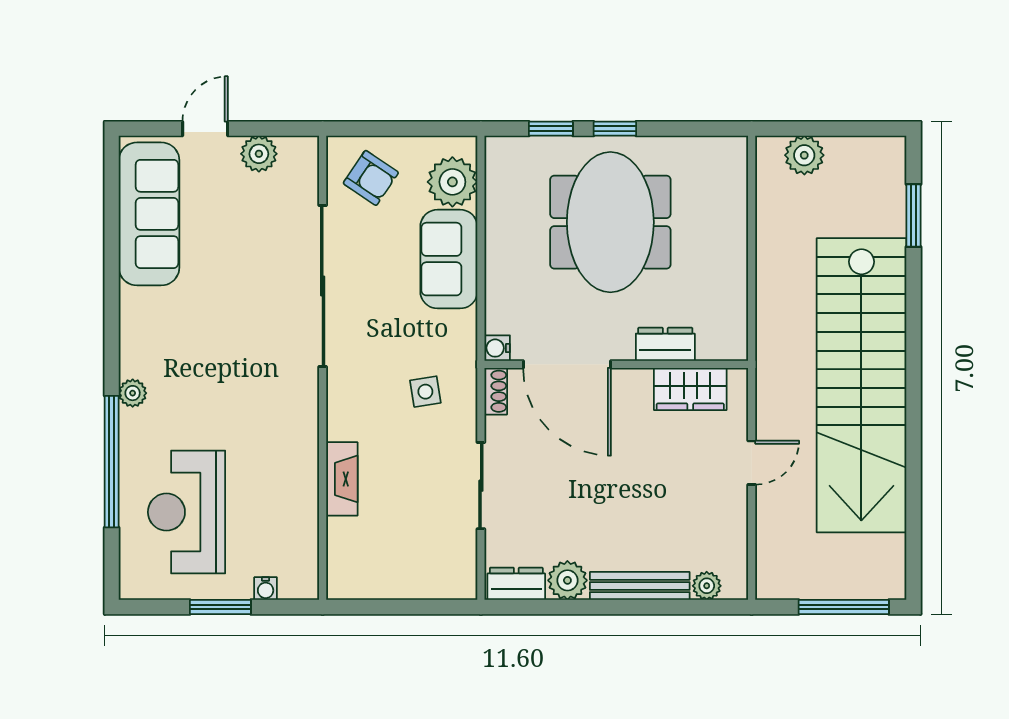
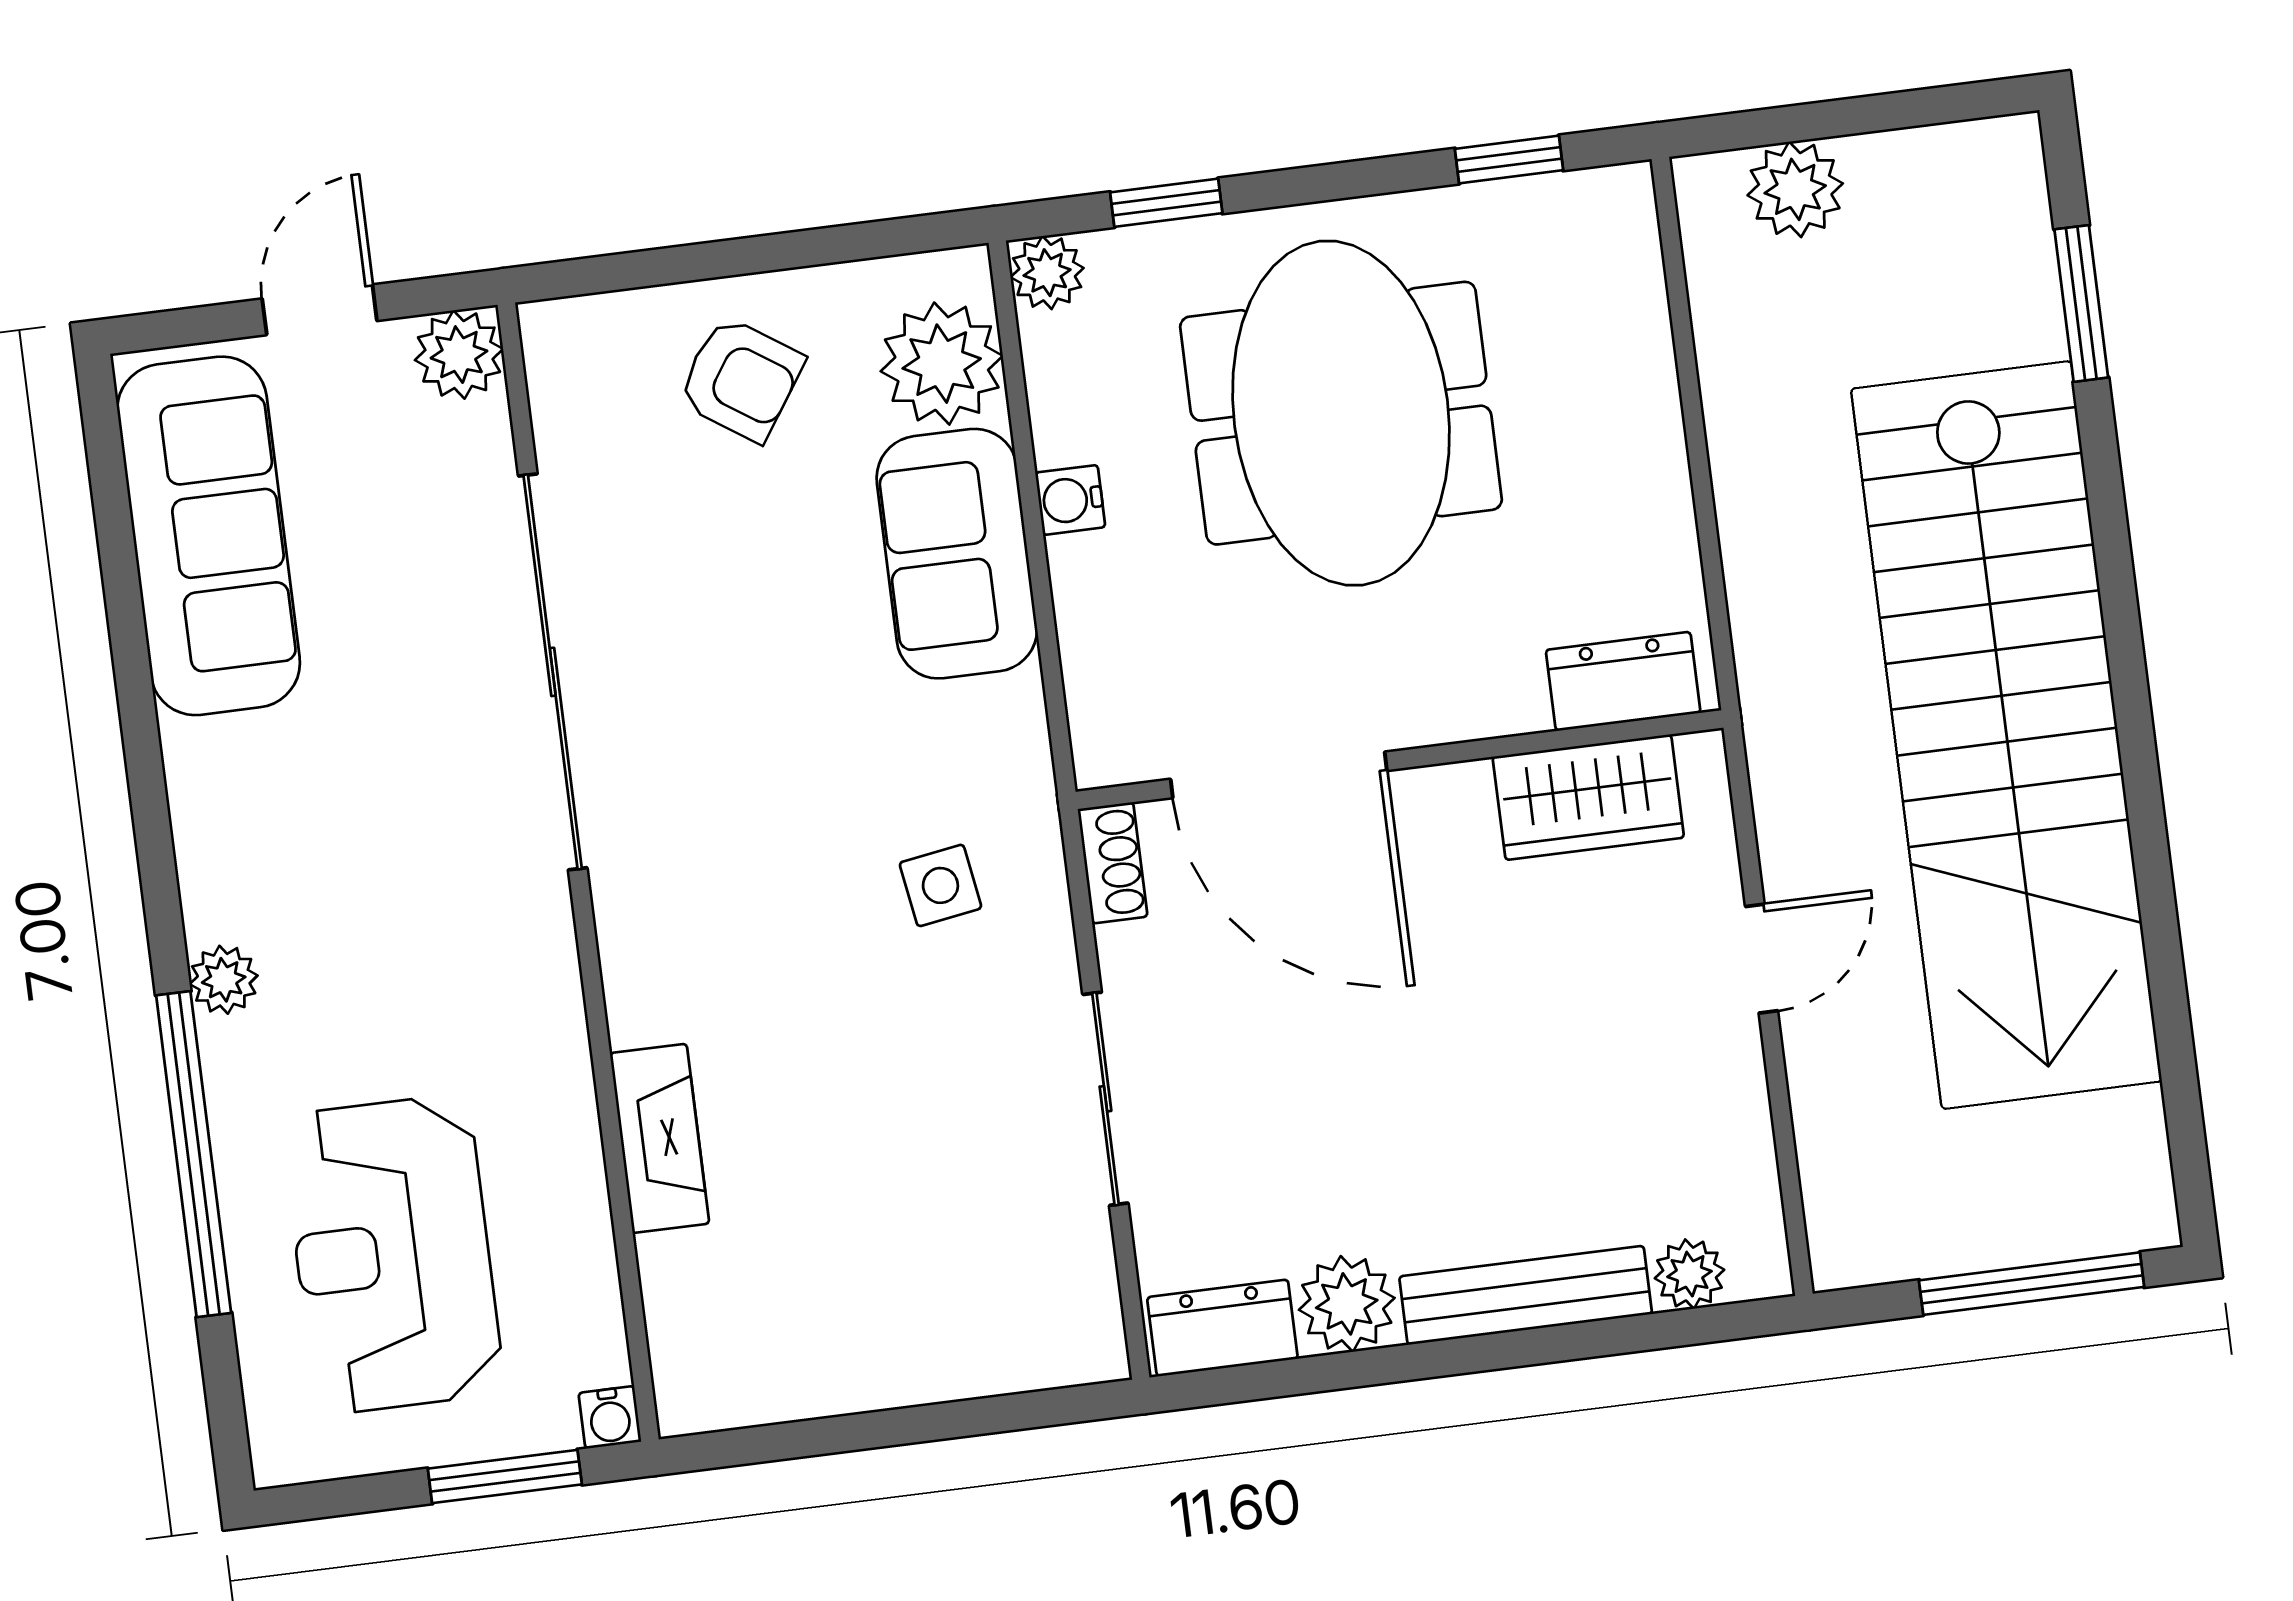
window: (615, 129) -> (1509, 159), moved
plant: (499, 151) -> (1047, 273), added
sliding door: (323, 286) -> (553, 672), moved
dresser: (665, 344) -> (1623, 681), moved
water cooler: (497, 348) -> (1070, 500), moved
wall: (323, 368) -> (578, 872), moved
fireplace: (342, 479) -> (659, 1138), moved

